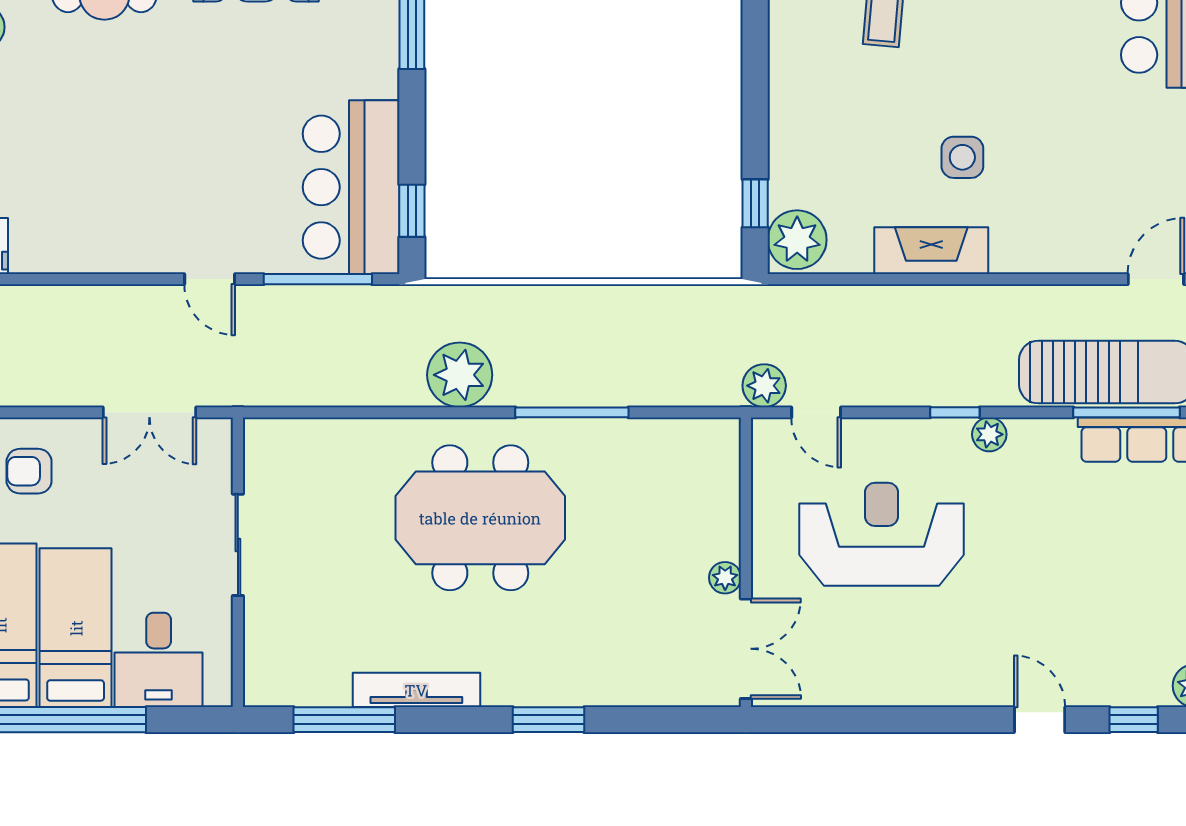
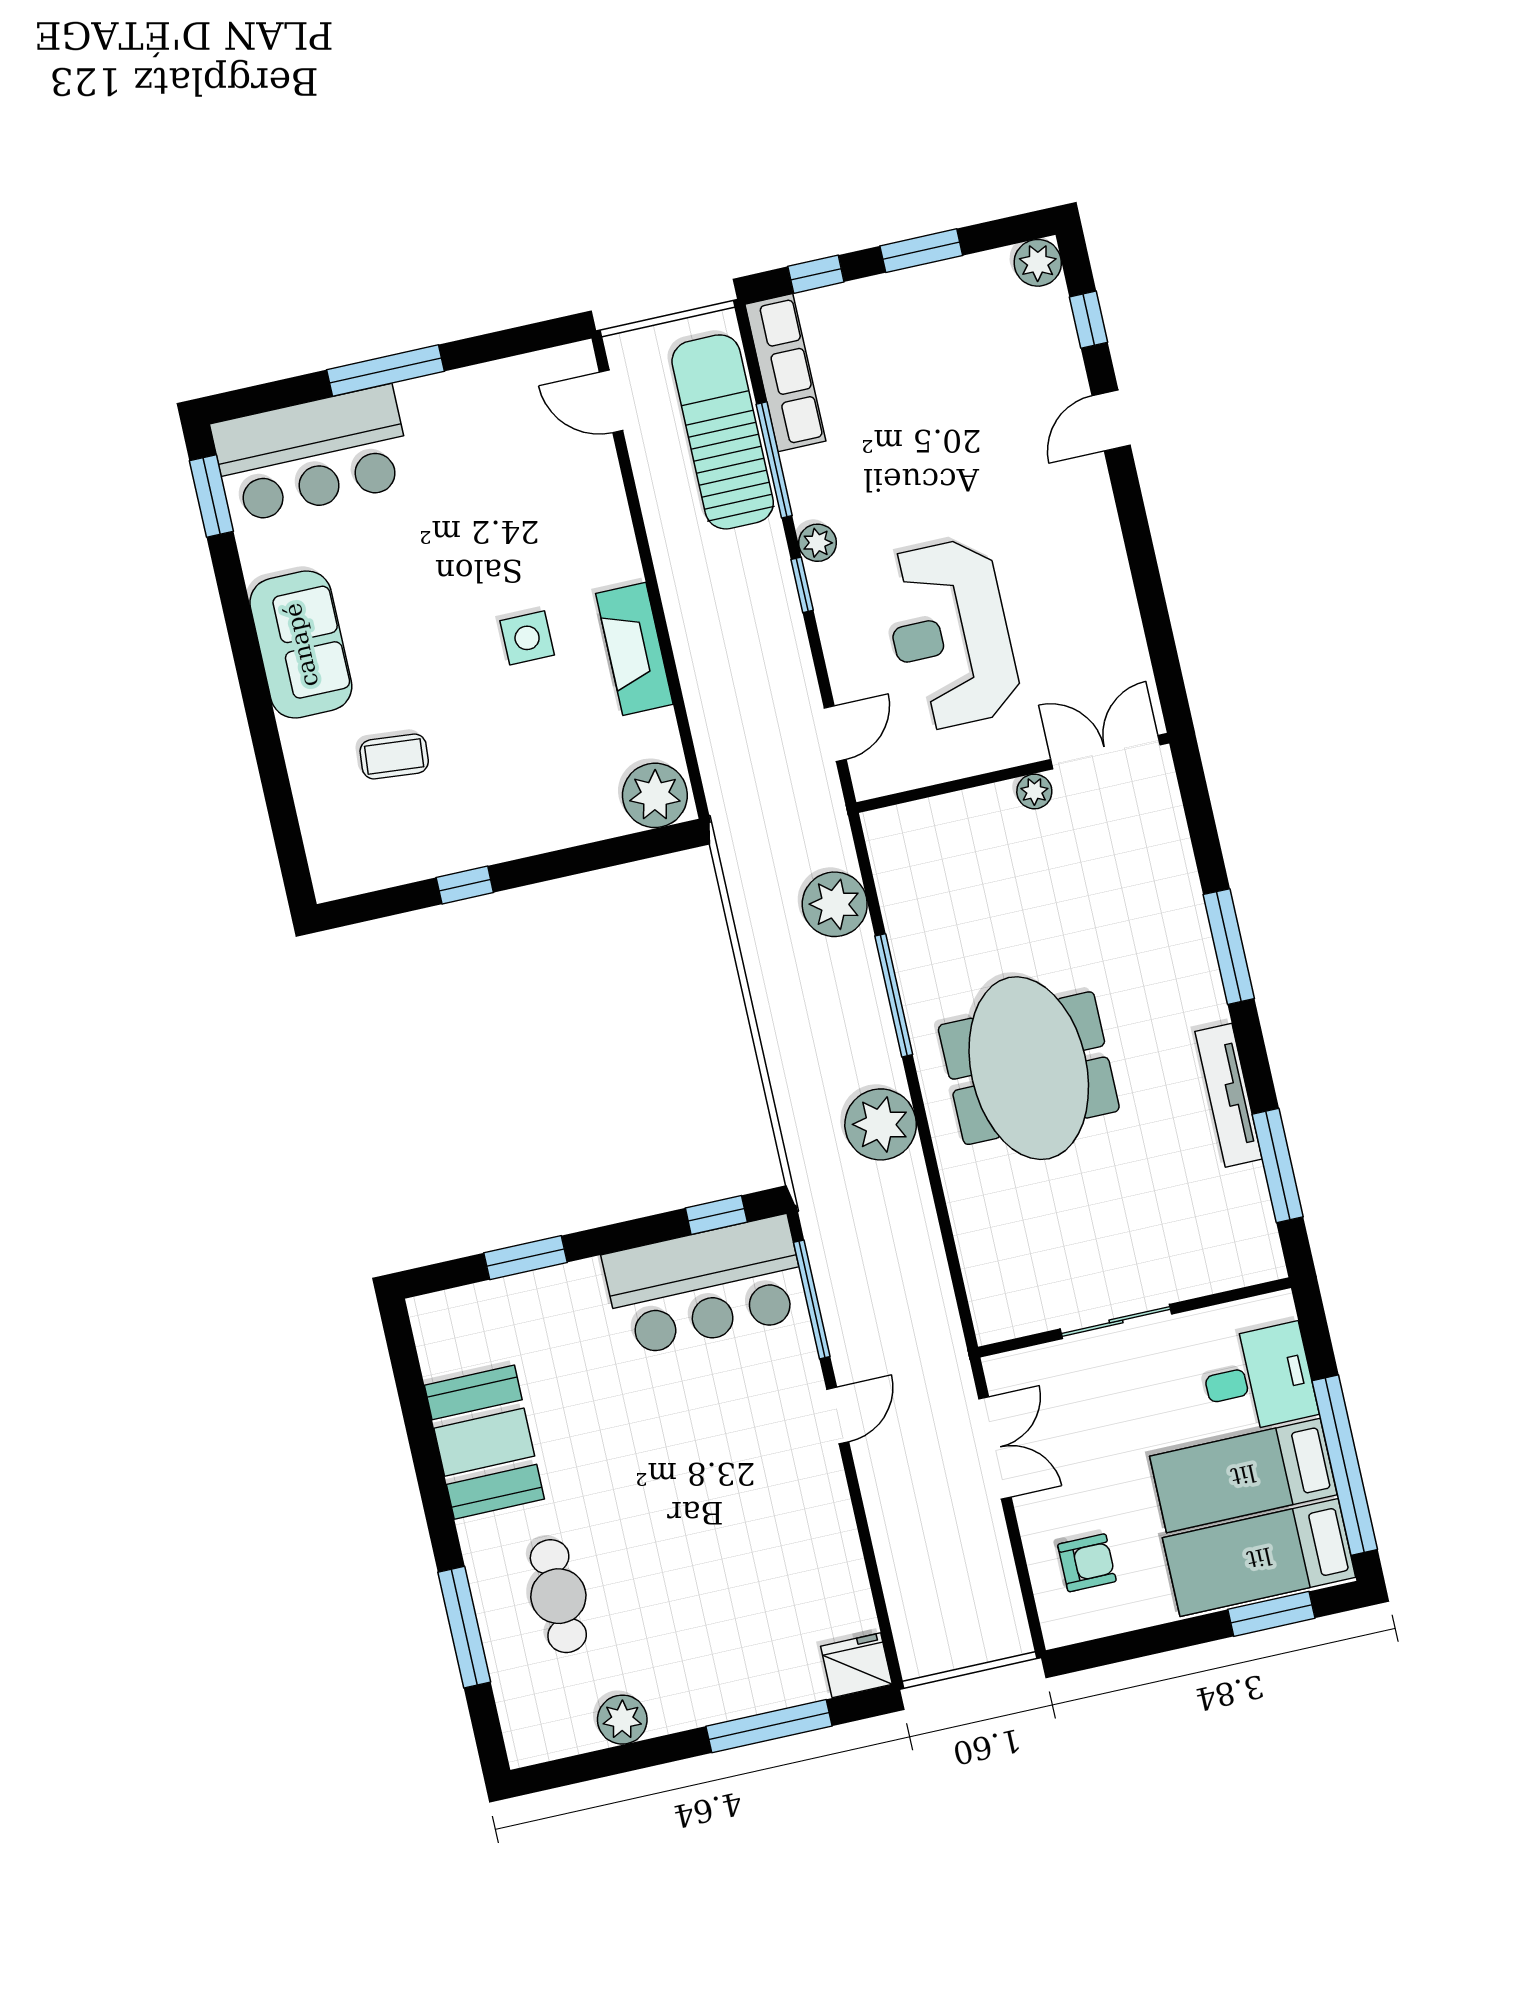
window: (755, 203) -> (465, 885), moved
plant: (764, 386) -> (835, 904), moved, width x1.36, depth x1.36
window: (1127, 412) -> (774, 460), moved
armchair: (29, 471) -> (1087, 1563), turned -90
window: (549, 720) -> (1229, 947), width x1.44

